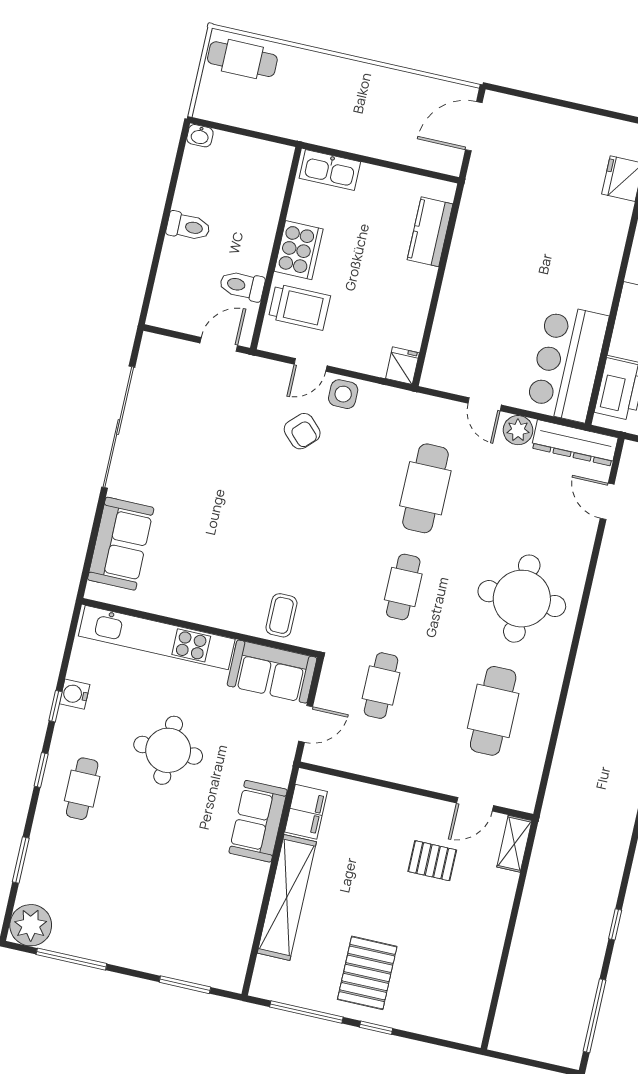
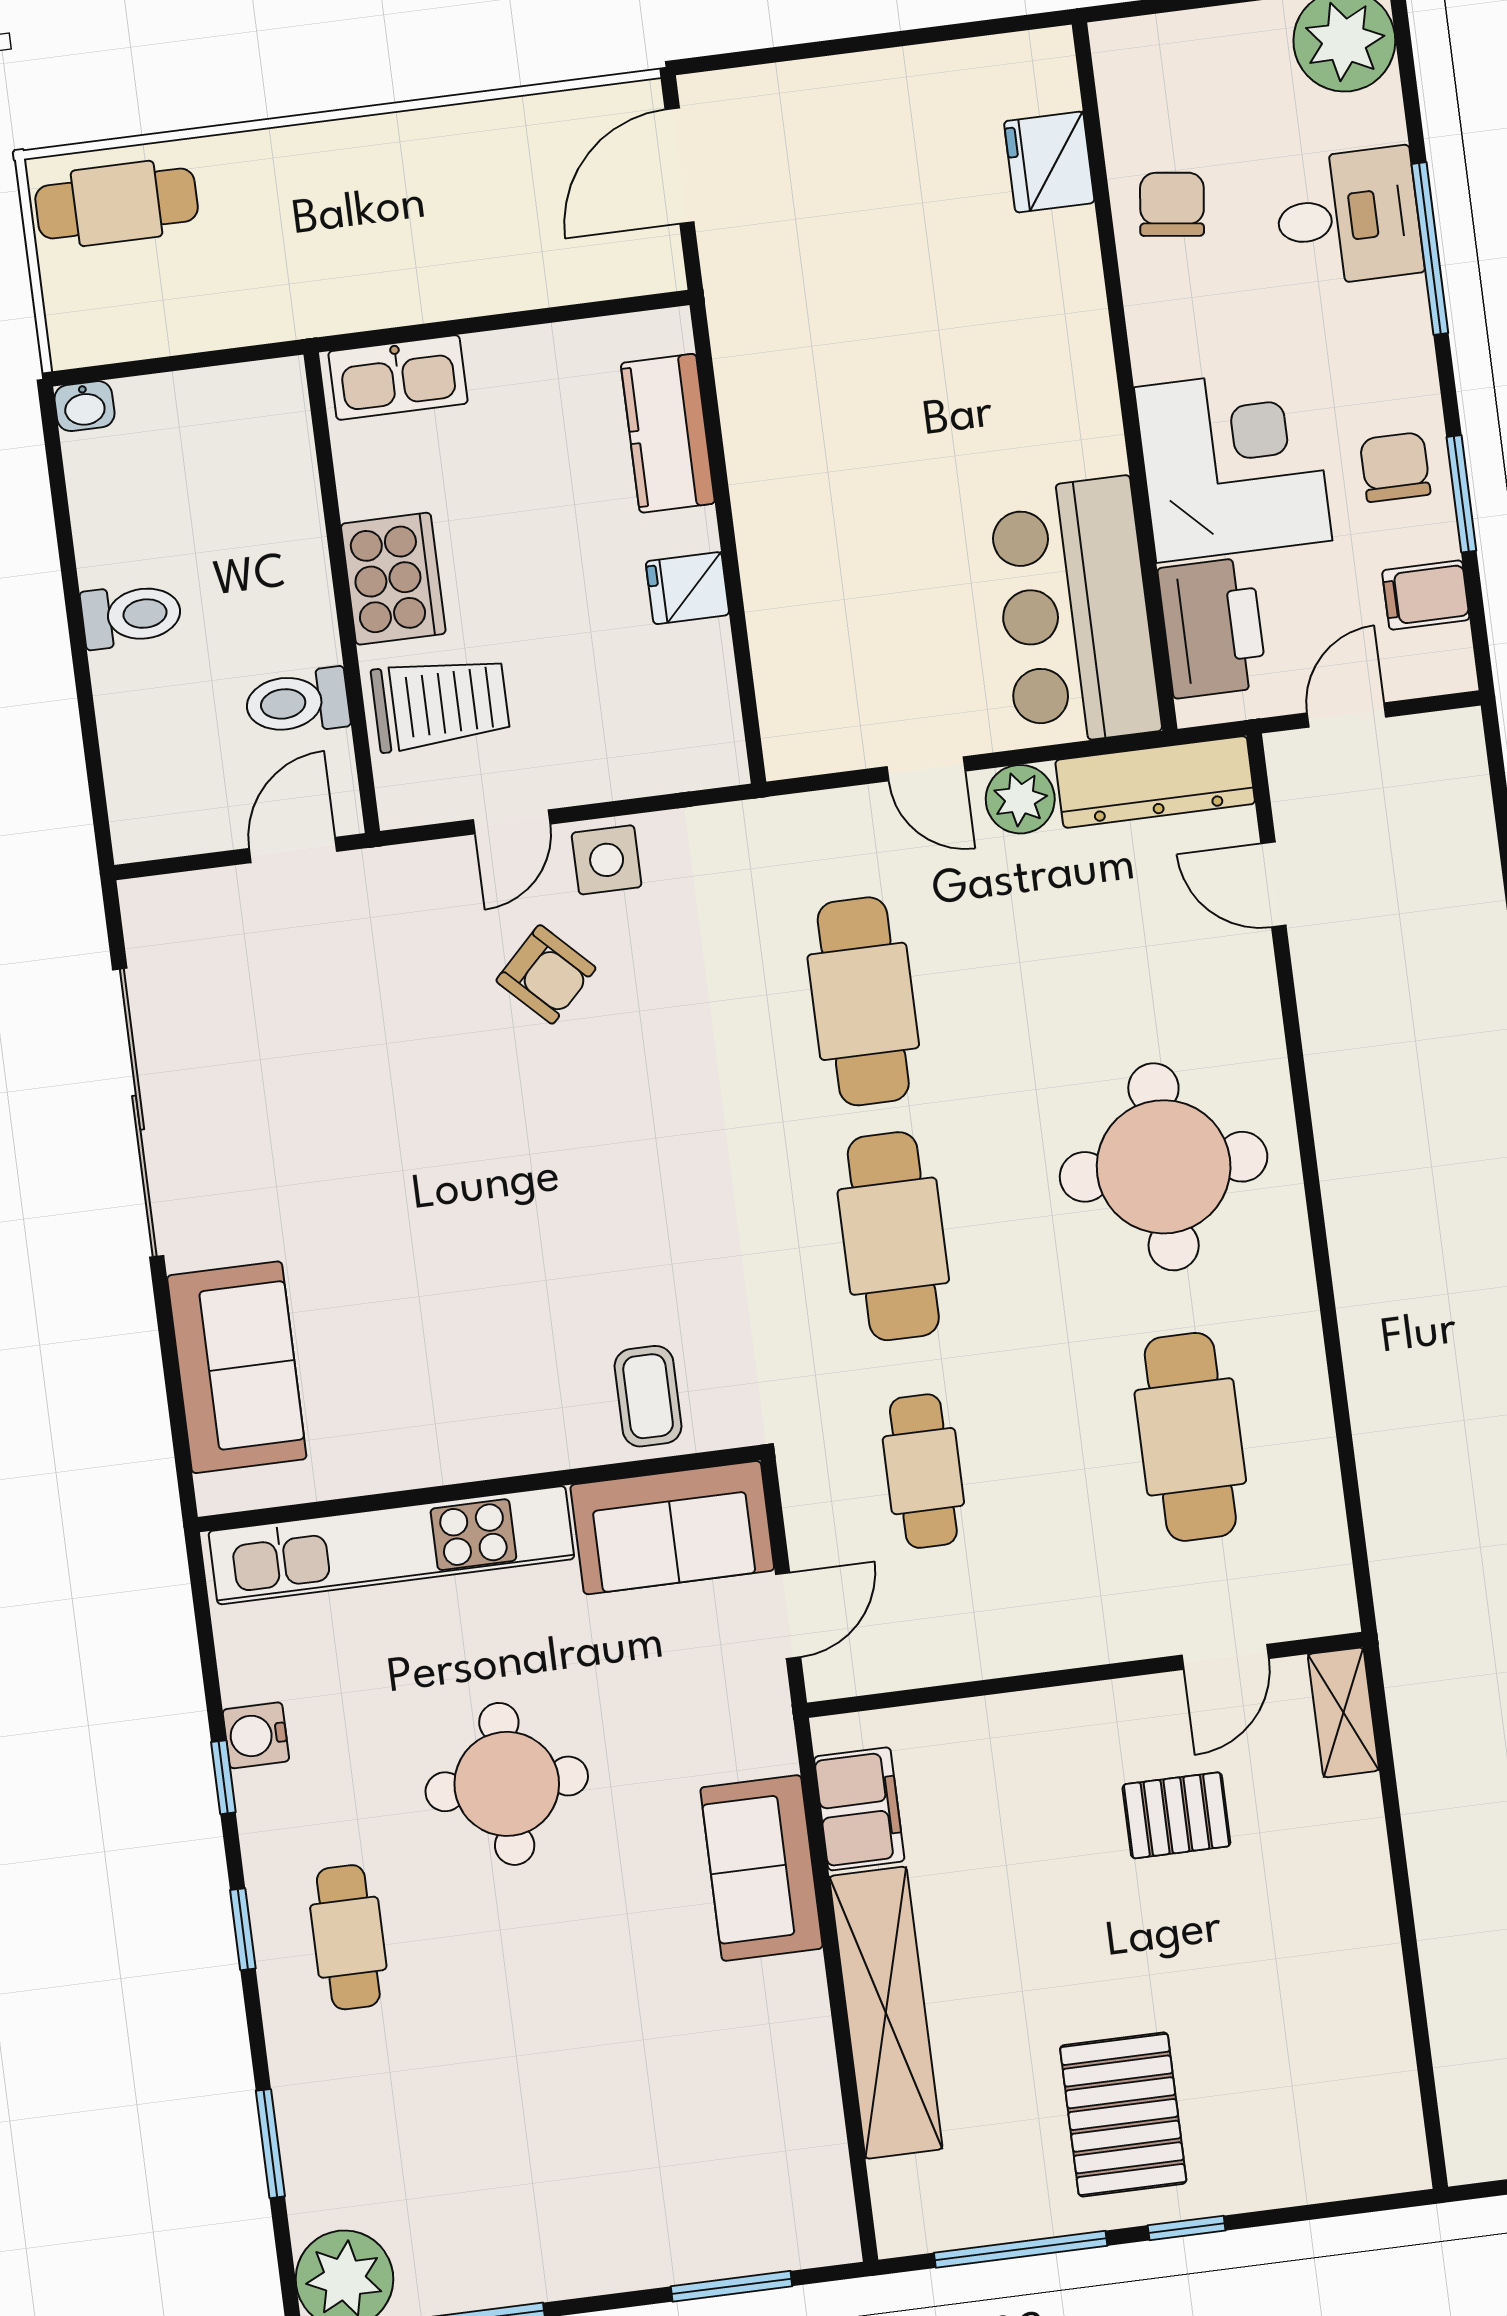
fridge: (402, 366) -> (687, 588), moved, turned -90
cafe table: (403, 587) -> (893, 1236), width x1.37, depth x1.35

